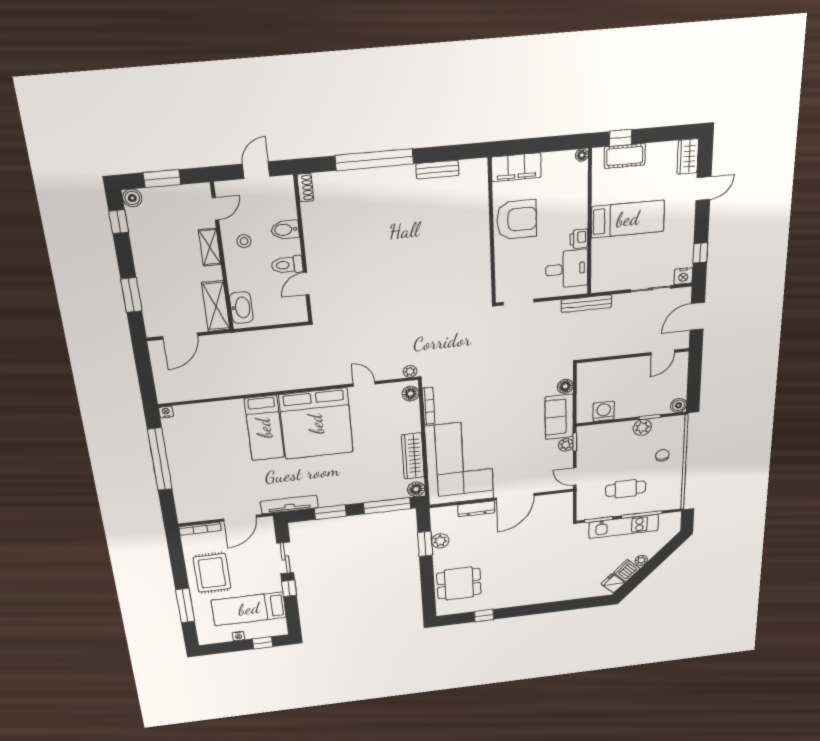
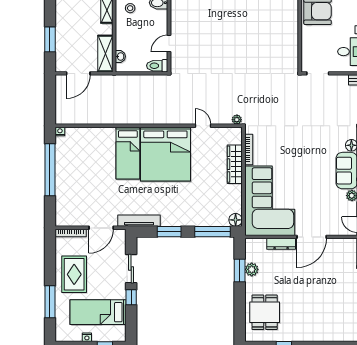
toilet: (287, 265) -> (157, 66), moved
washbasin: (241, 308) -> (120, 56), width x0.52, depth x0.69
floor lamp: (411, 394) -> (236, 138), removed
wardrobe: (413, 456) -> (235, 164), moved
dining table: (459, 584) -> (265, 312), turned 90

